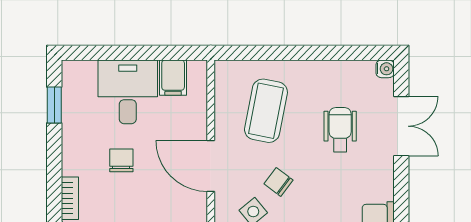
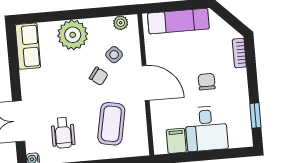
wheelchair: (340, 130) -> (63, 133), moved
chair: (121, 160) -> (207, 82), turned 180

